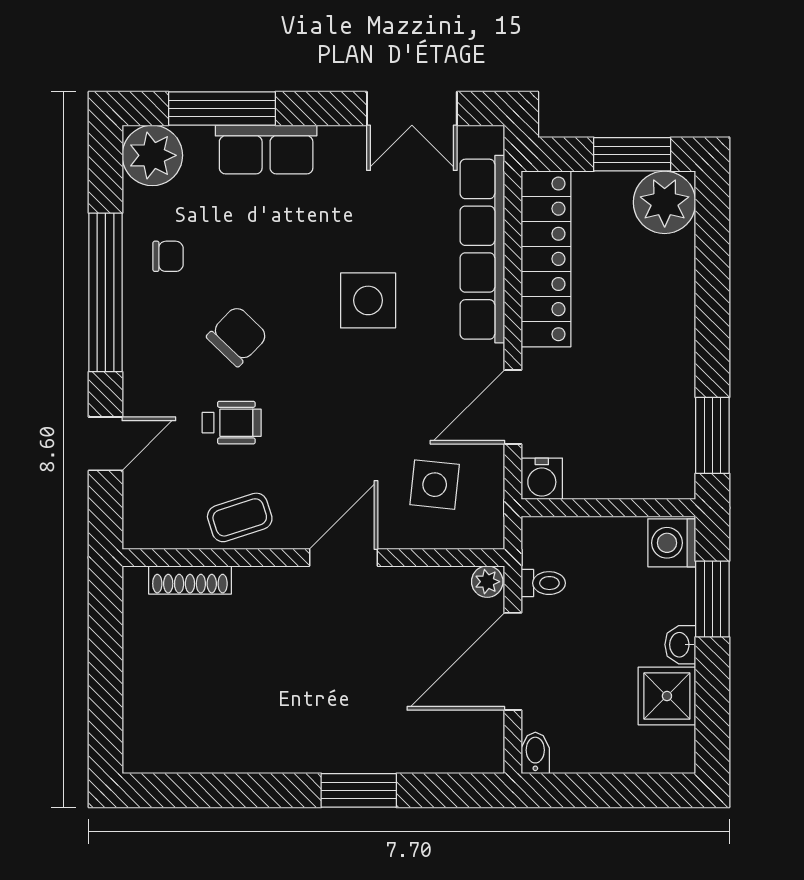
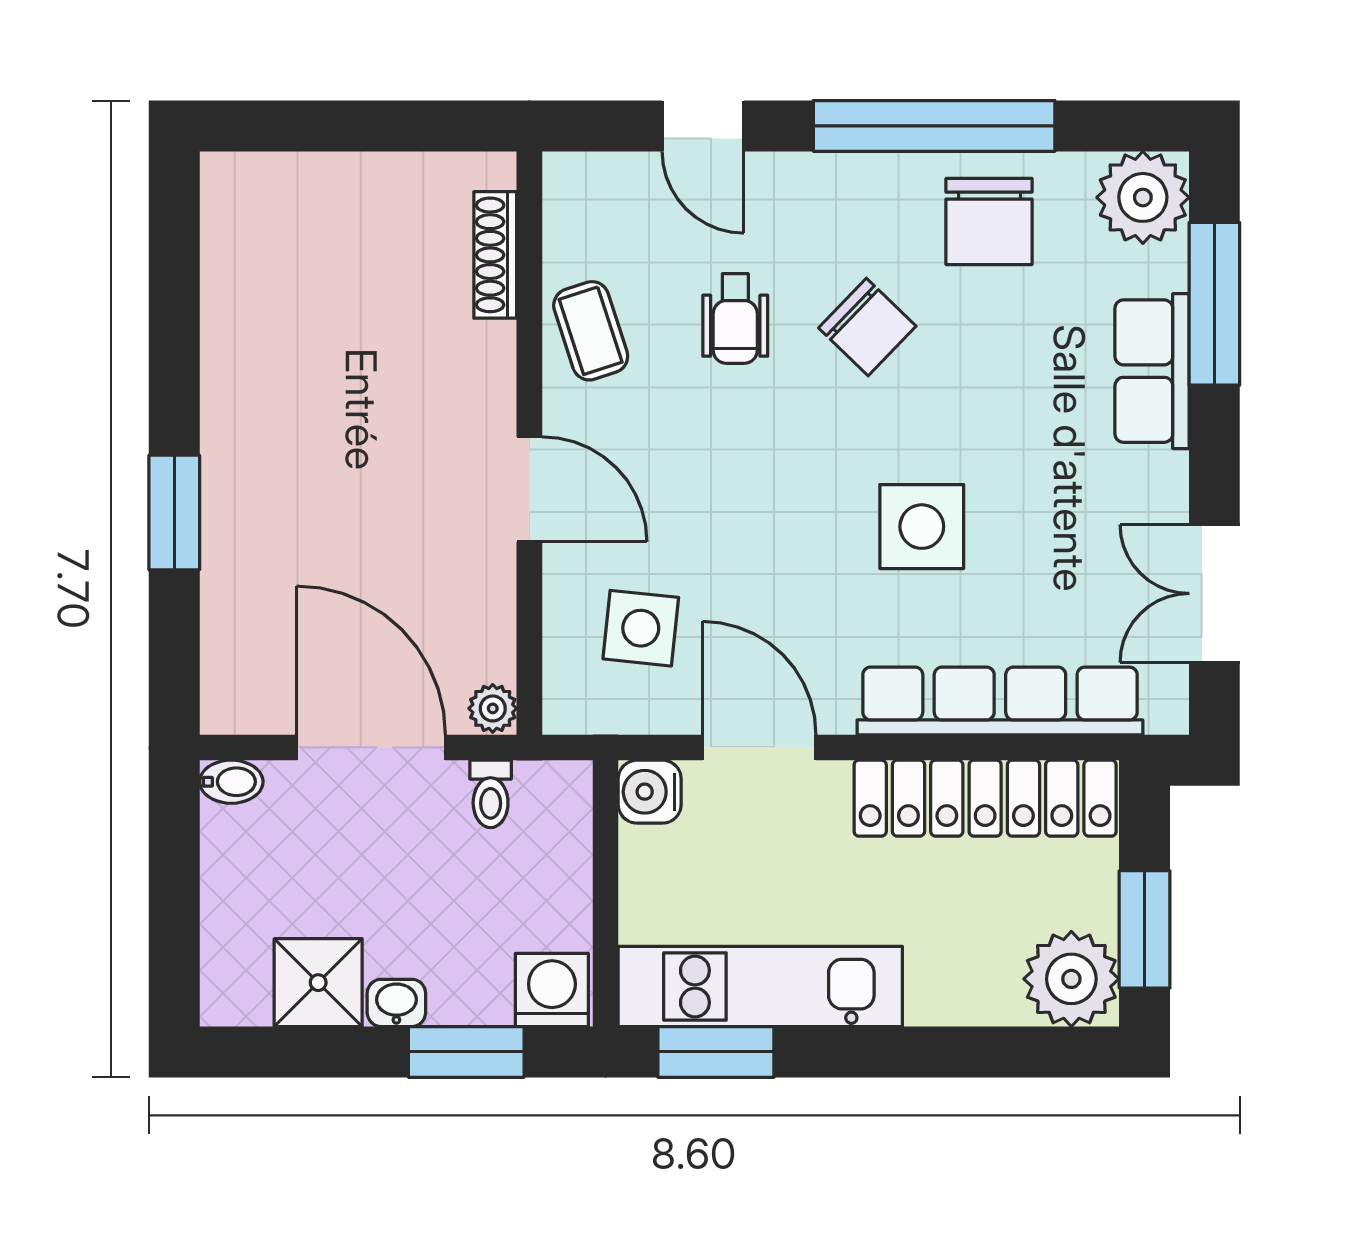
chair: (168, 256) -> (989, 221), width x1.87, depth x1.87
kitchen unit: (669, 406) -> (760, 986), added

